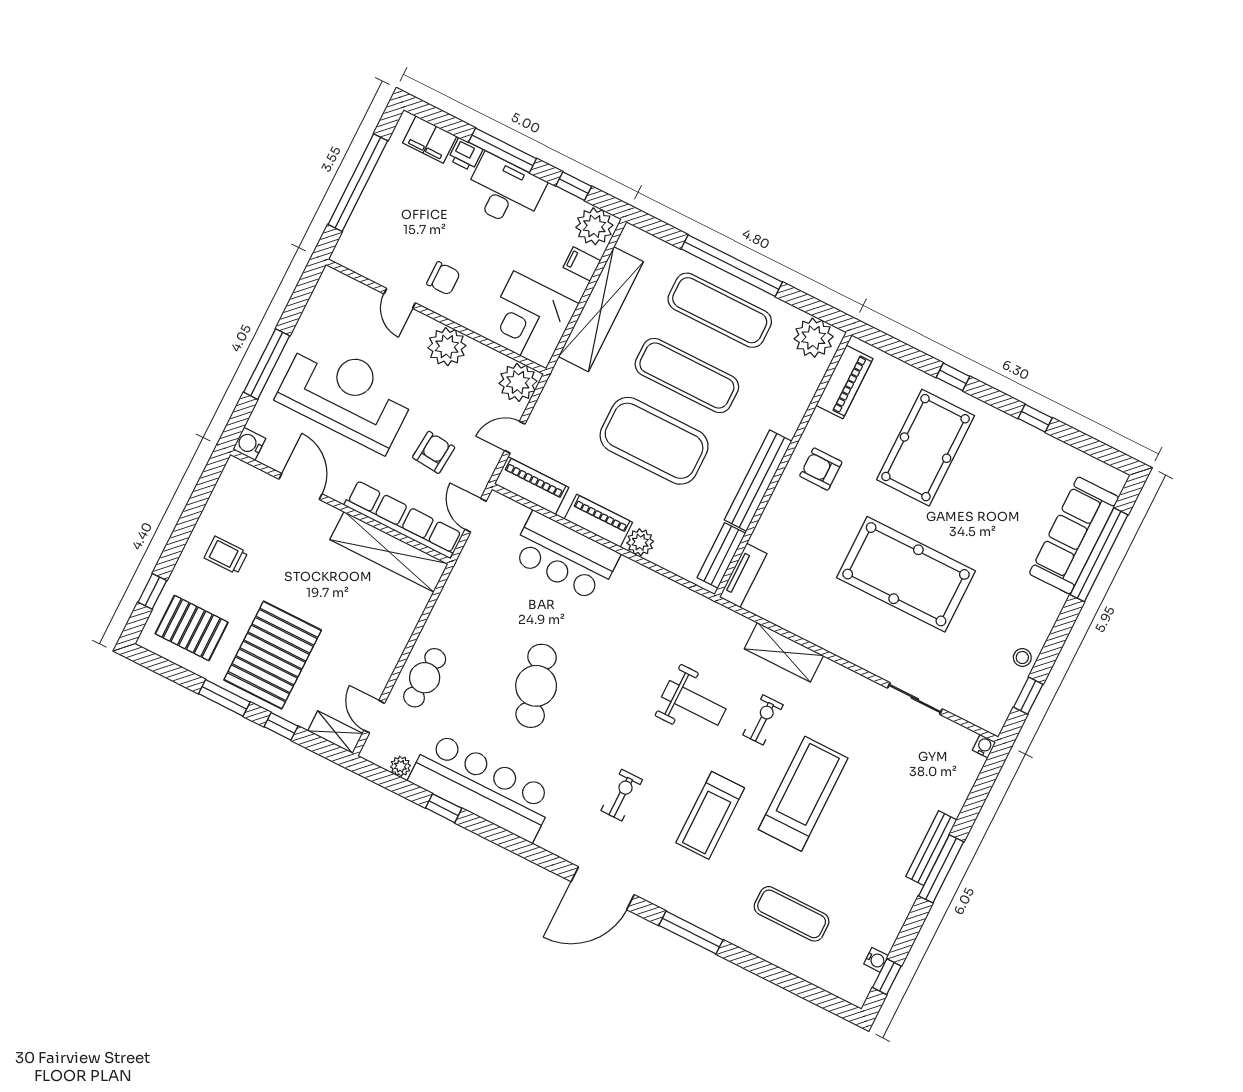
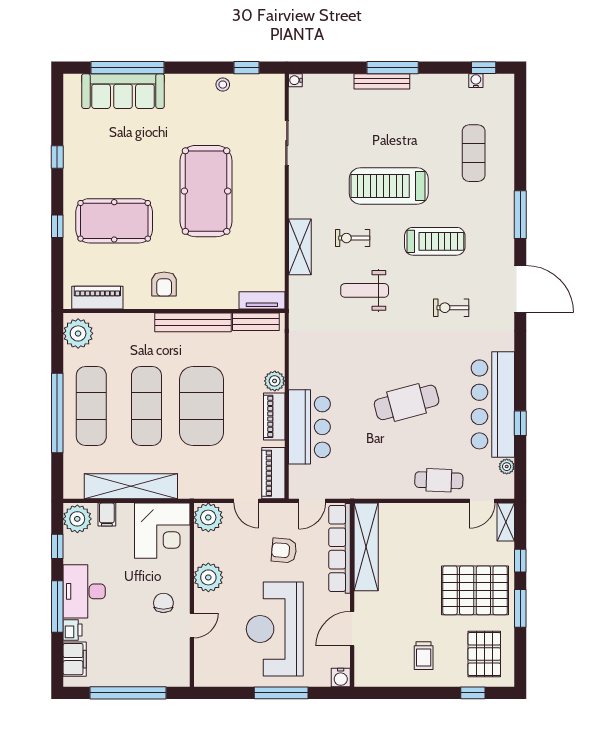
weight bench: (694, 703) -> (365, 290), turned -90

